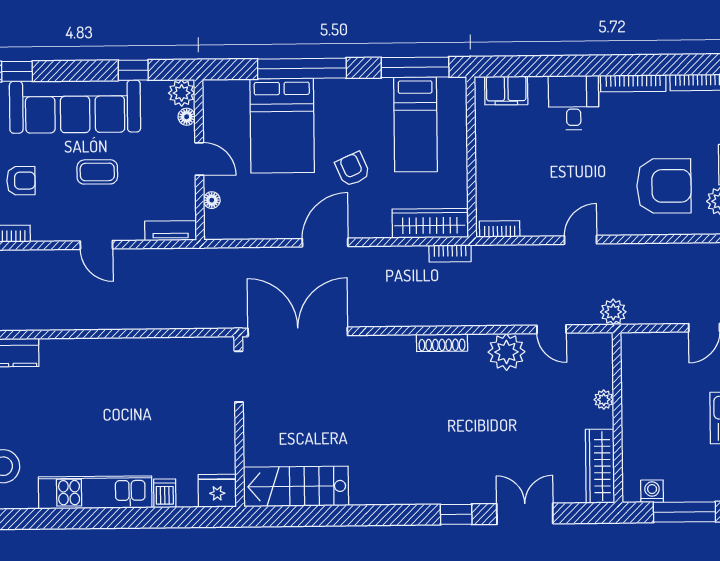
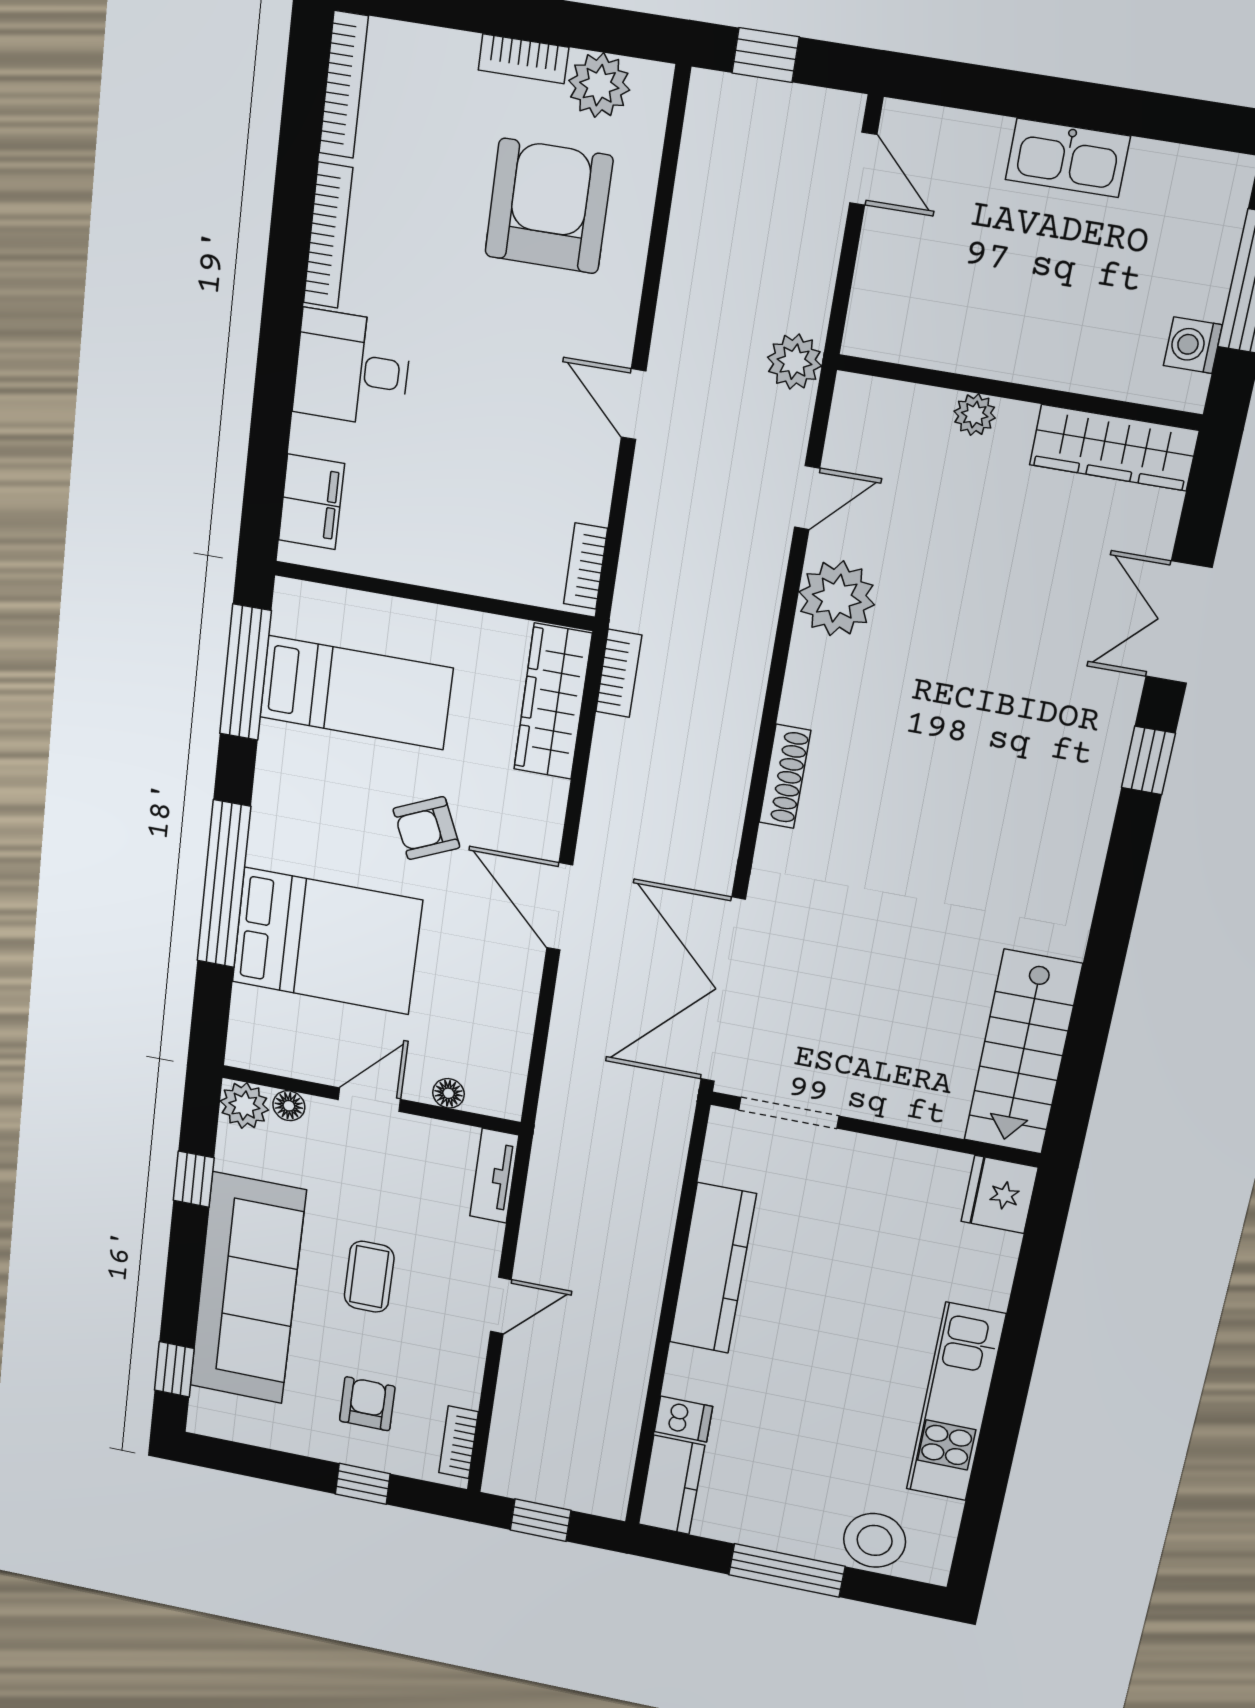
shoe rack: (442, 343) -> (785, 776), moved
kitchen counter: (143, 353) -> (713, 1268), added
dishwasher: (165, 493) -> (683, 1419), moved, turned 180

